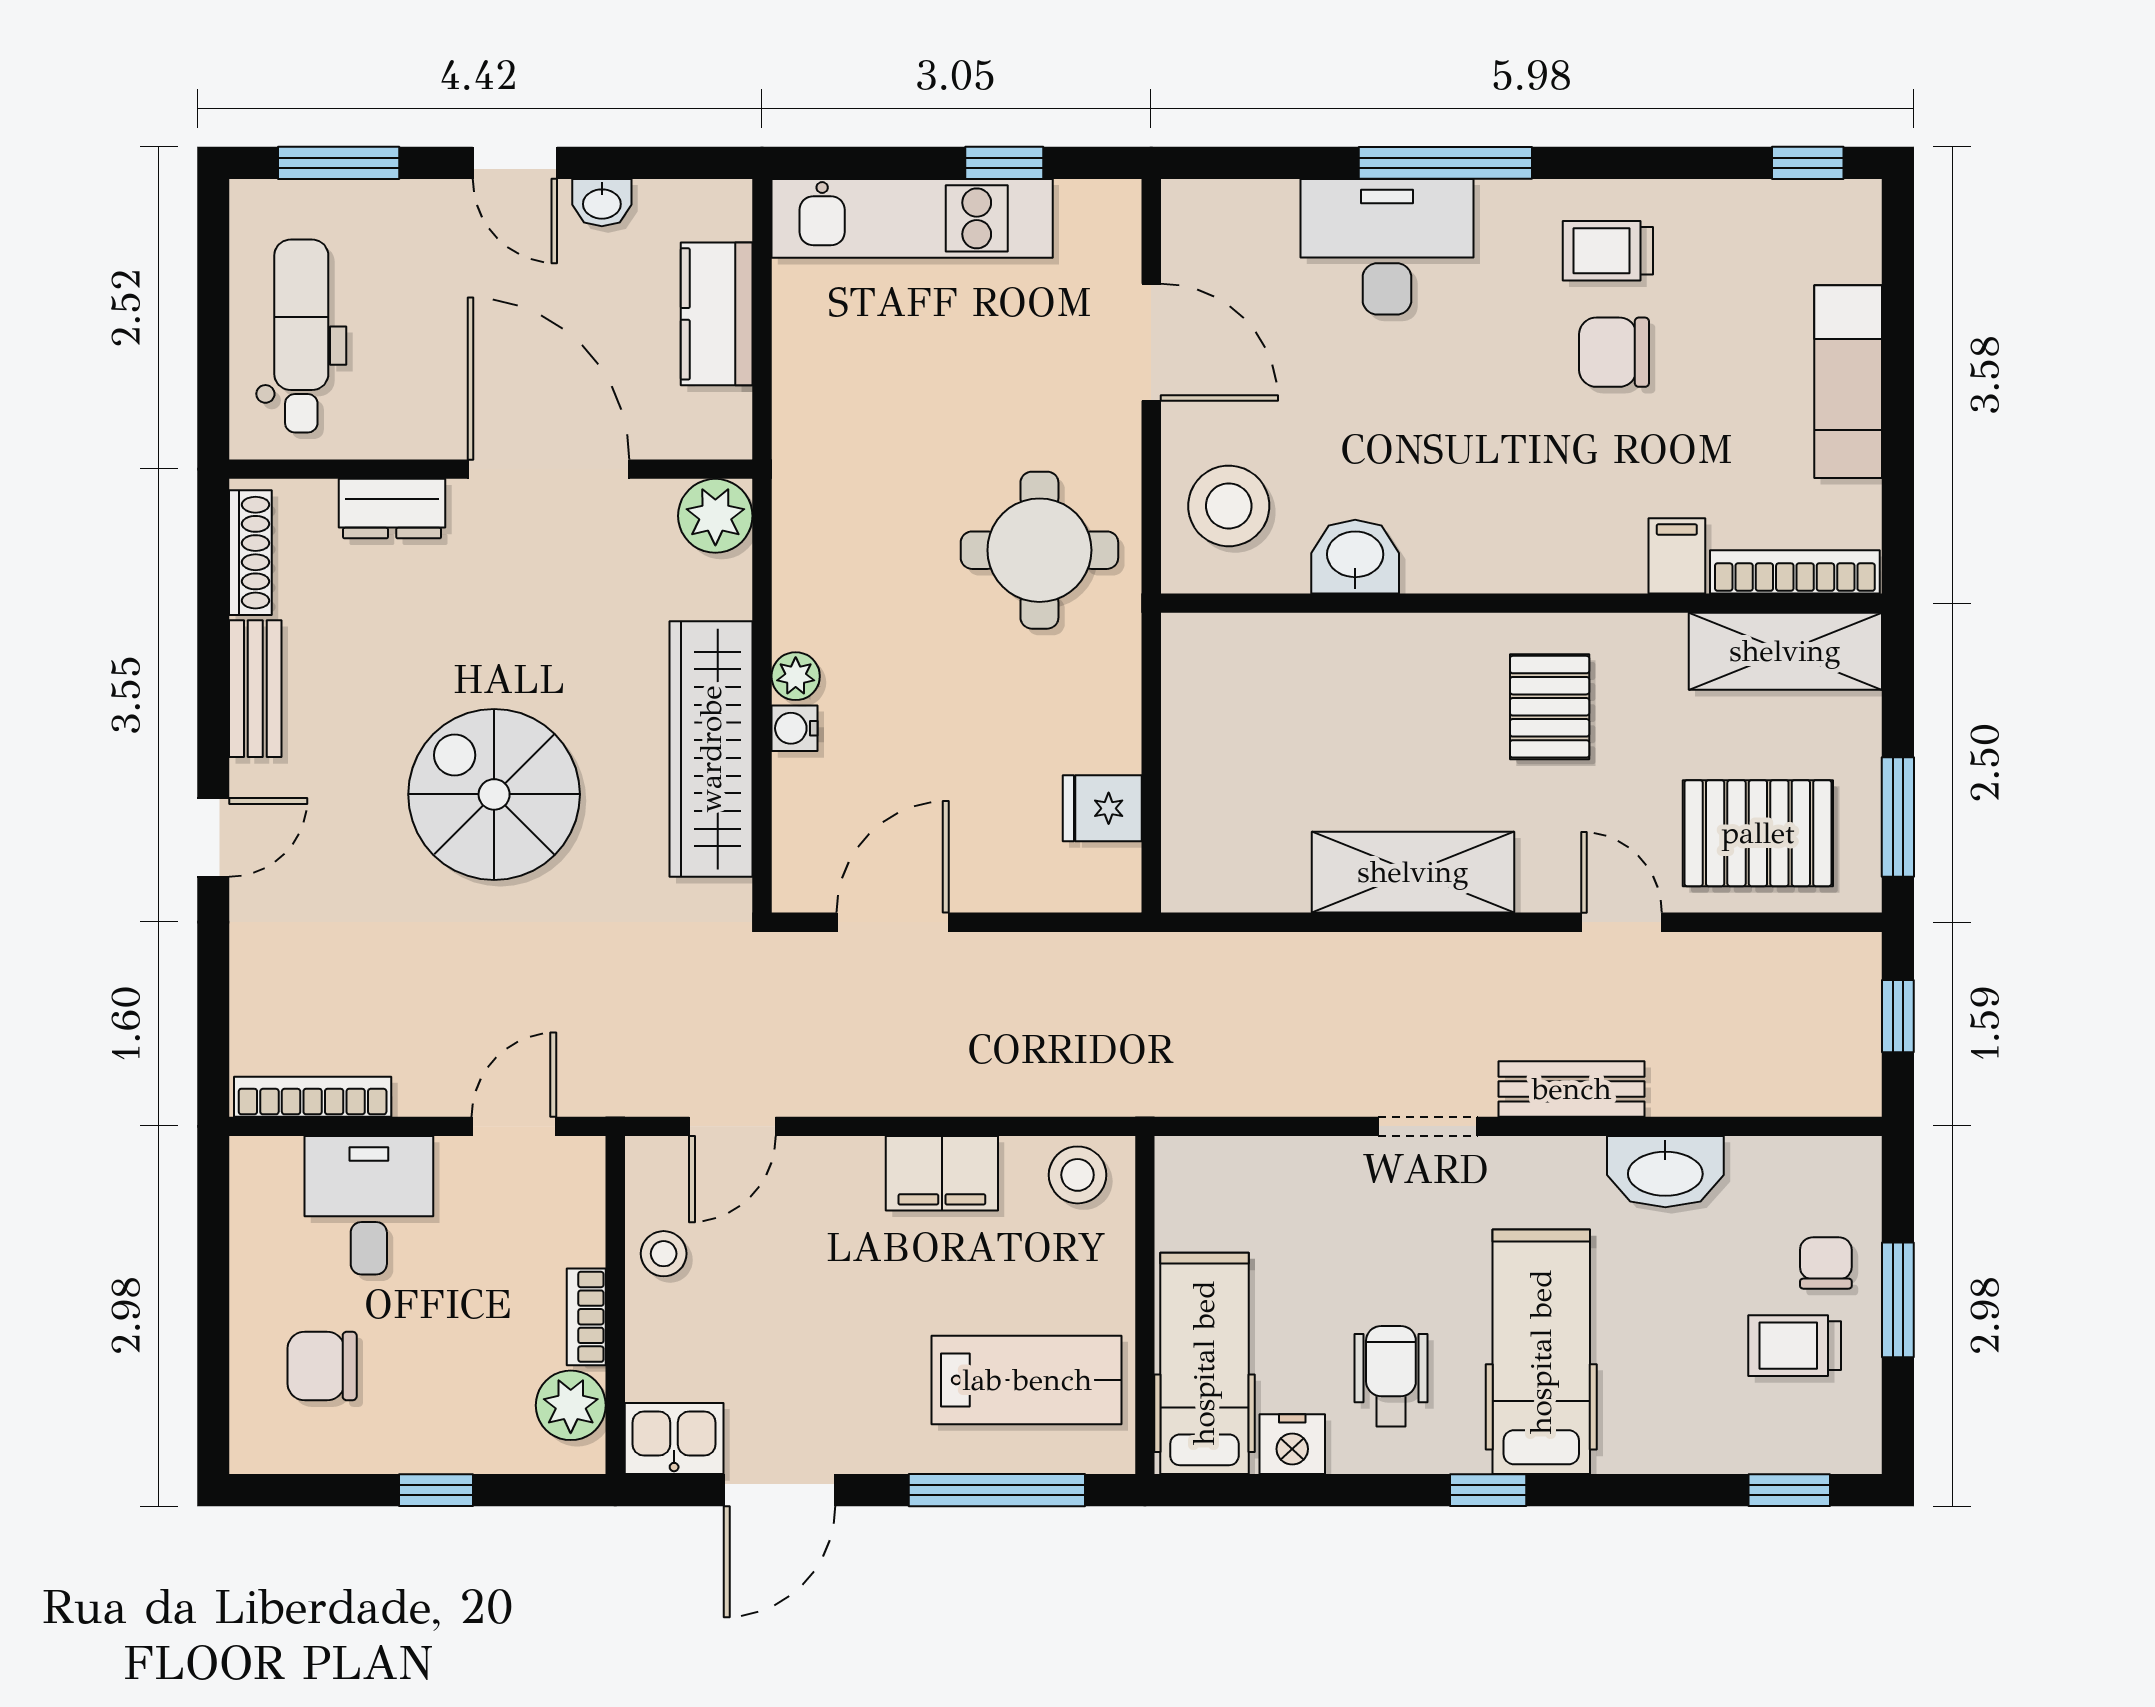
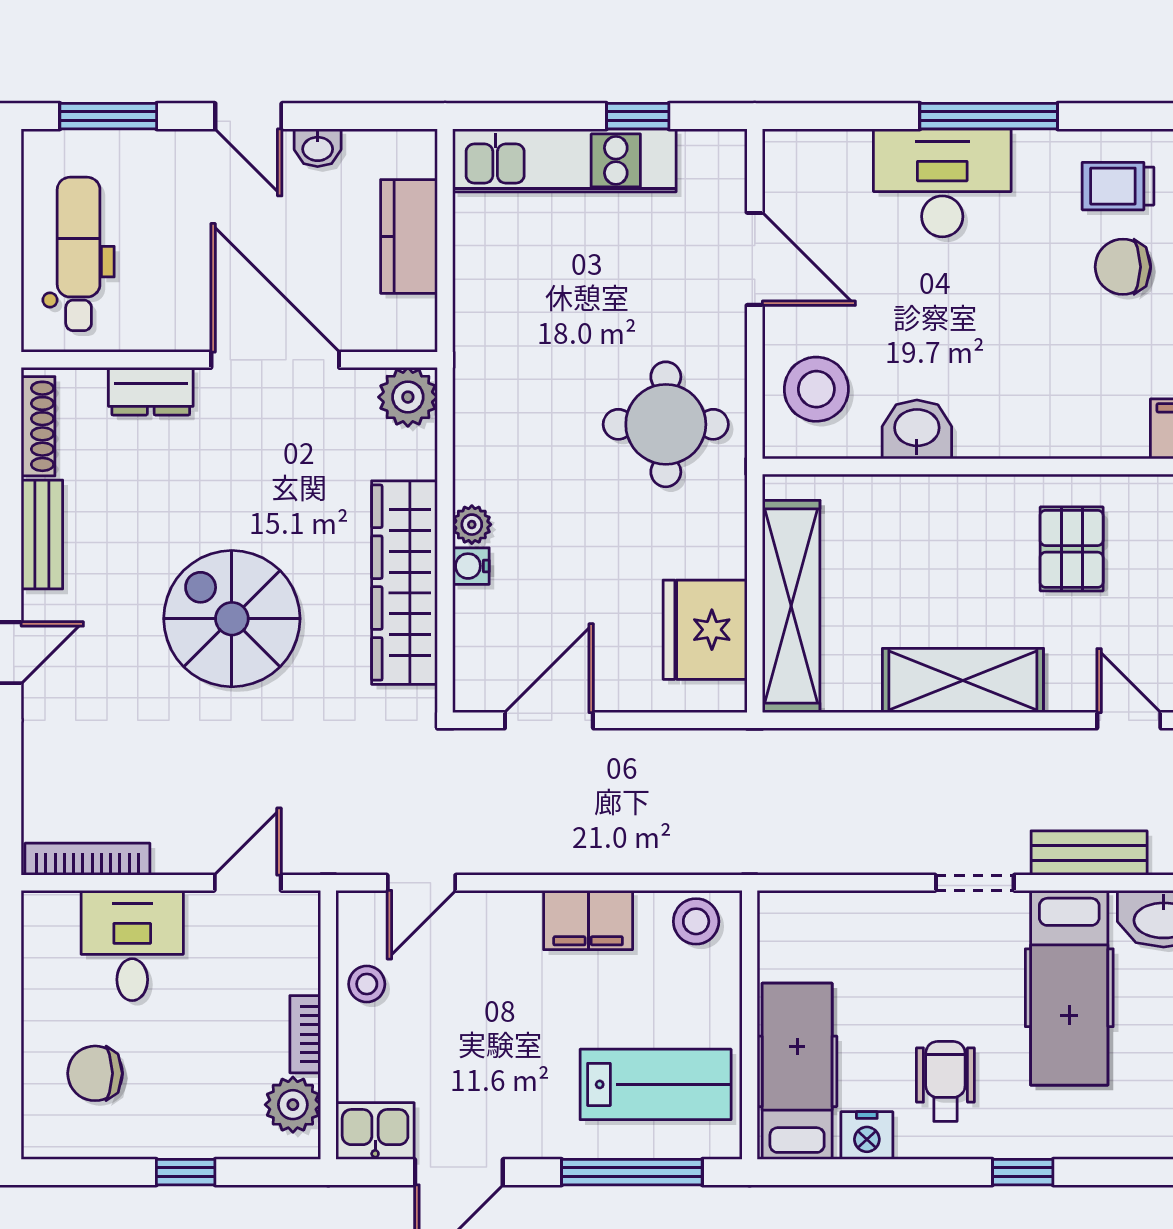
shelving: (1197, 778) -> (791, 606), added
fridge: (1102, 808) -> (705, 630), width x1.88, depth x1.34
hospital bed: (1541, 1352) -> (1069, 988), moved, turned 180

